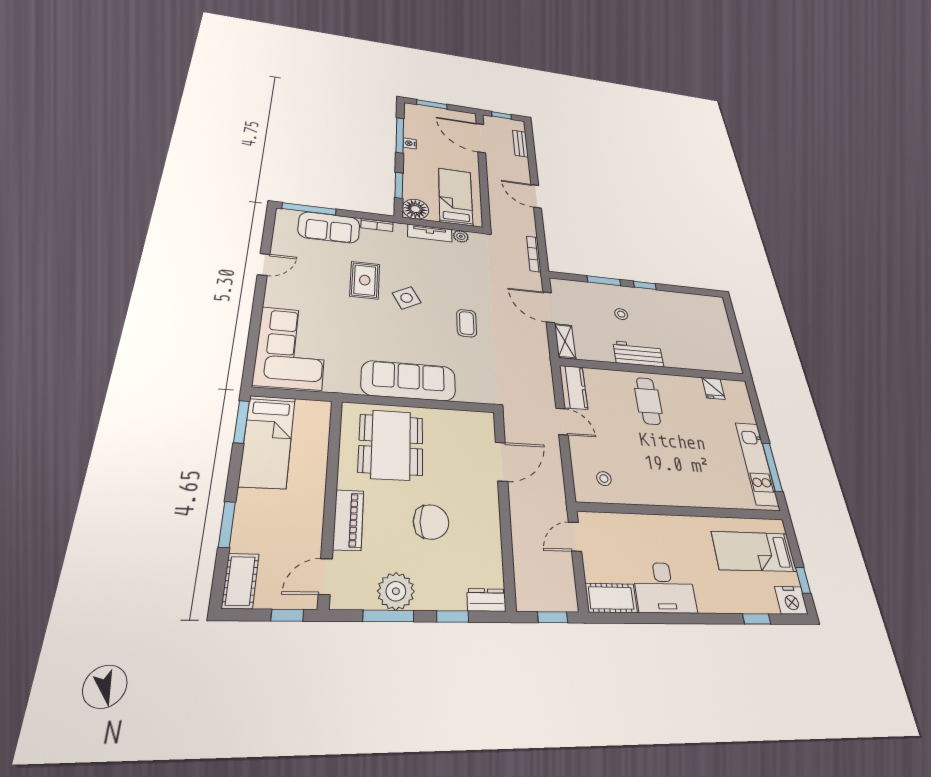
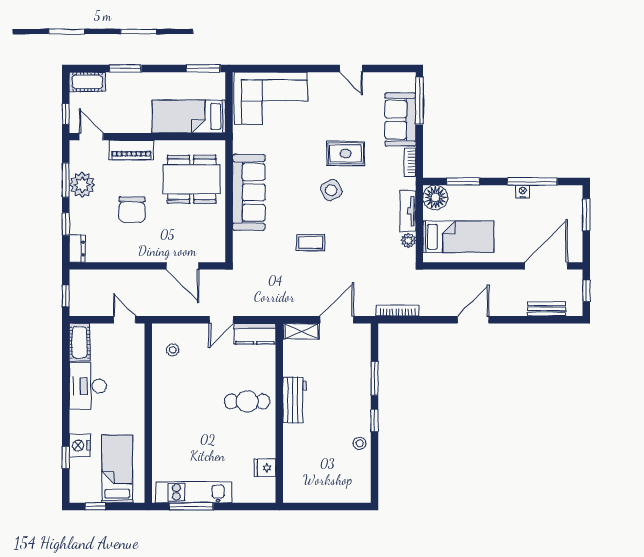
stool: (621, 314) -> (360, 443), moved
bed: (267, 441) -> (189, 117), moved
nightstand: (791, 600) -> (80, 445), moved

